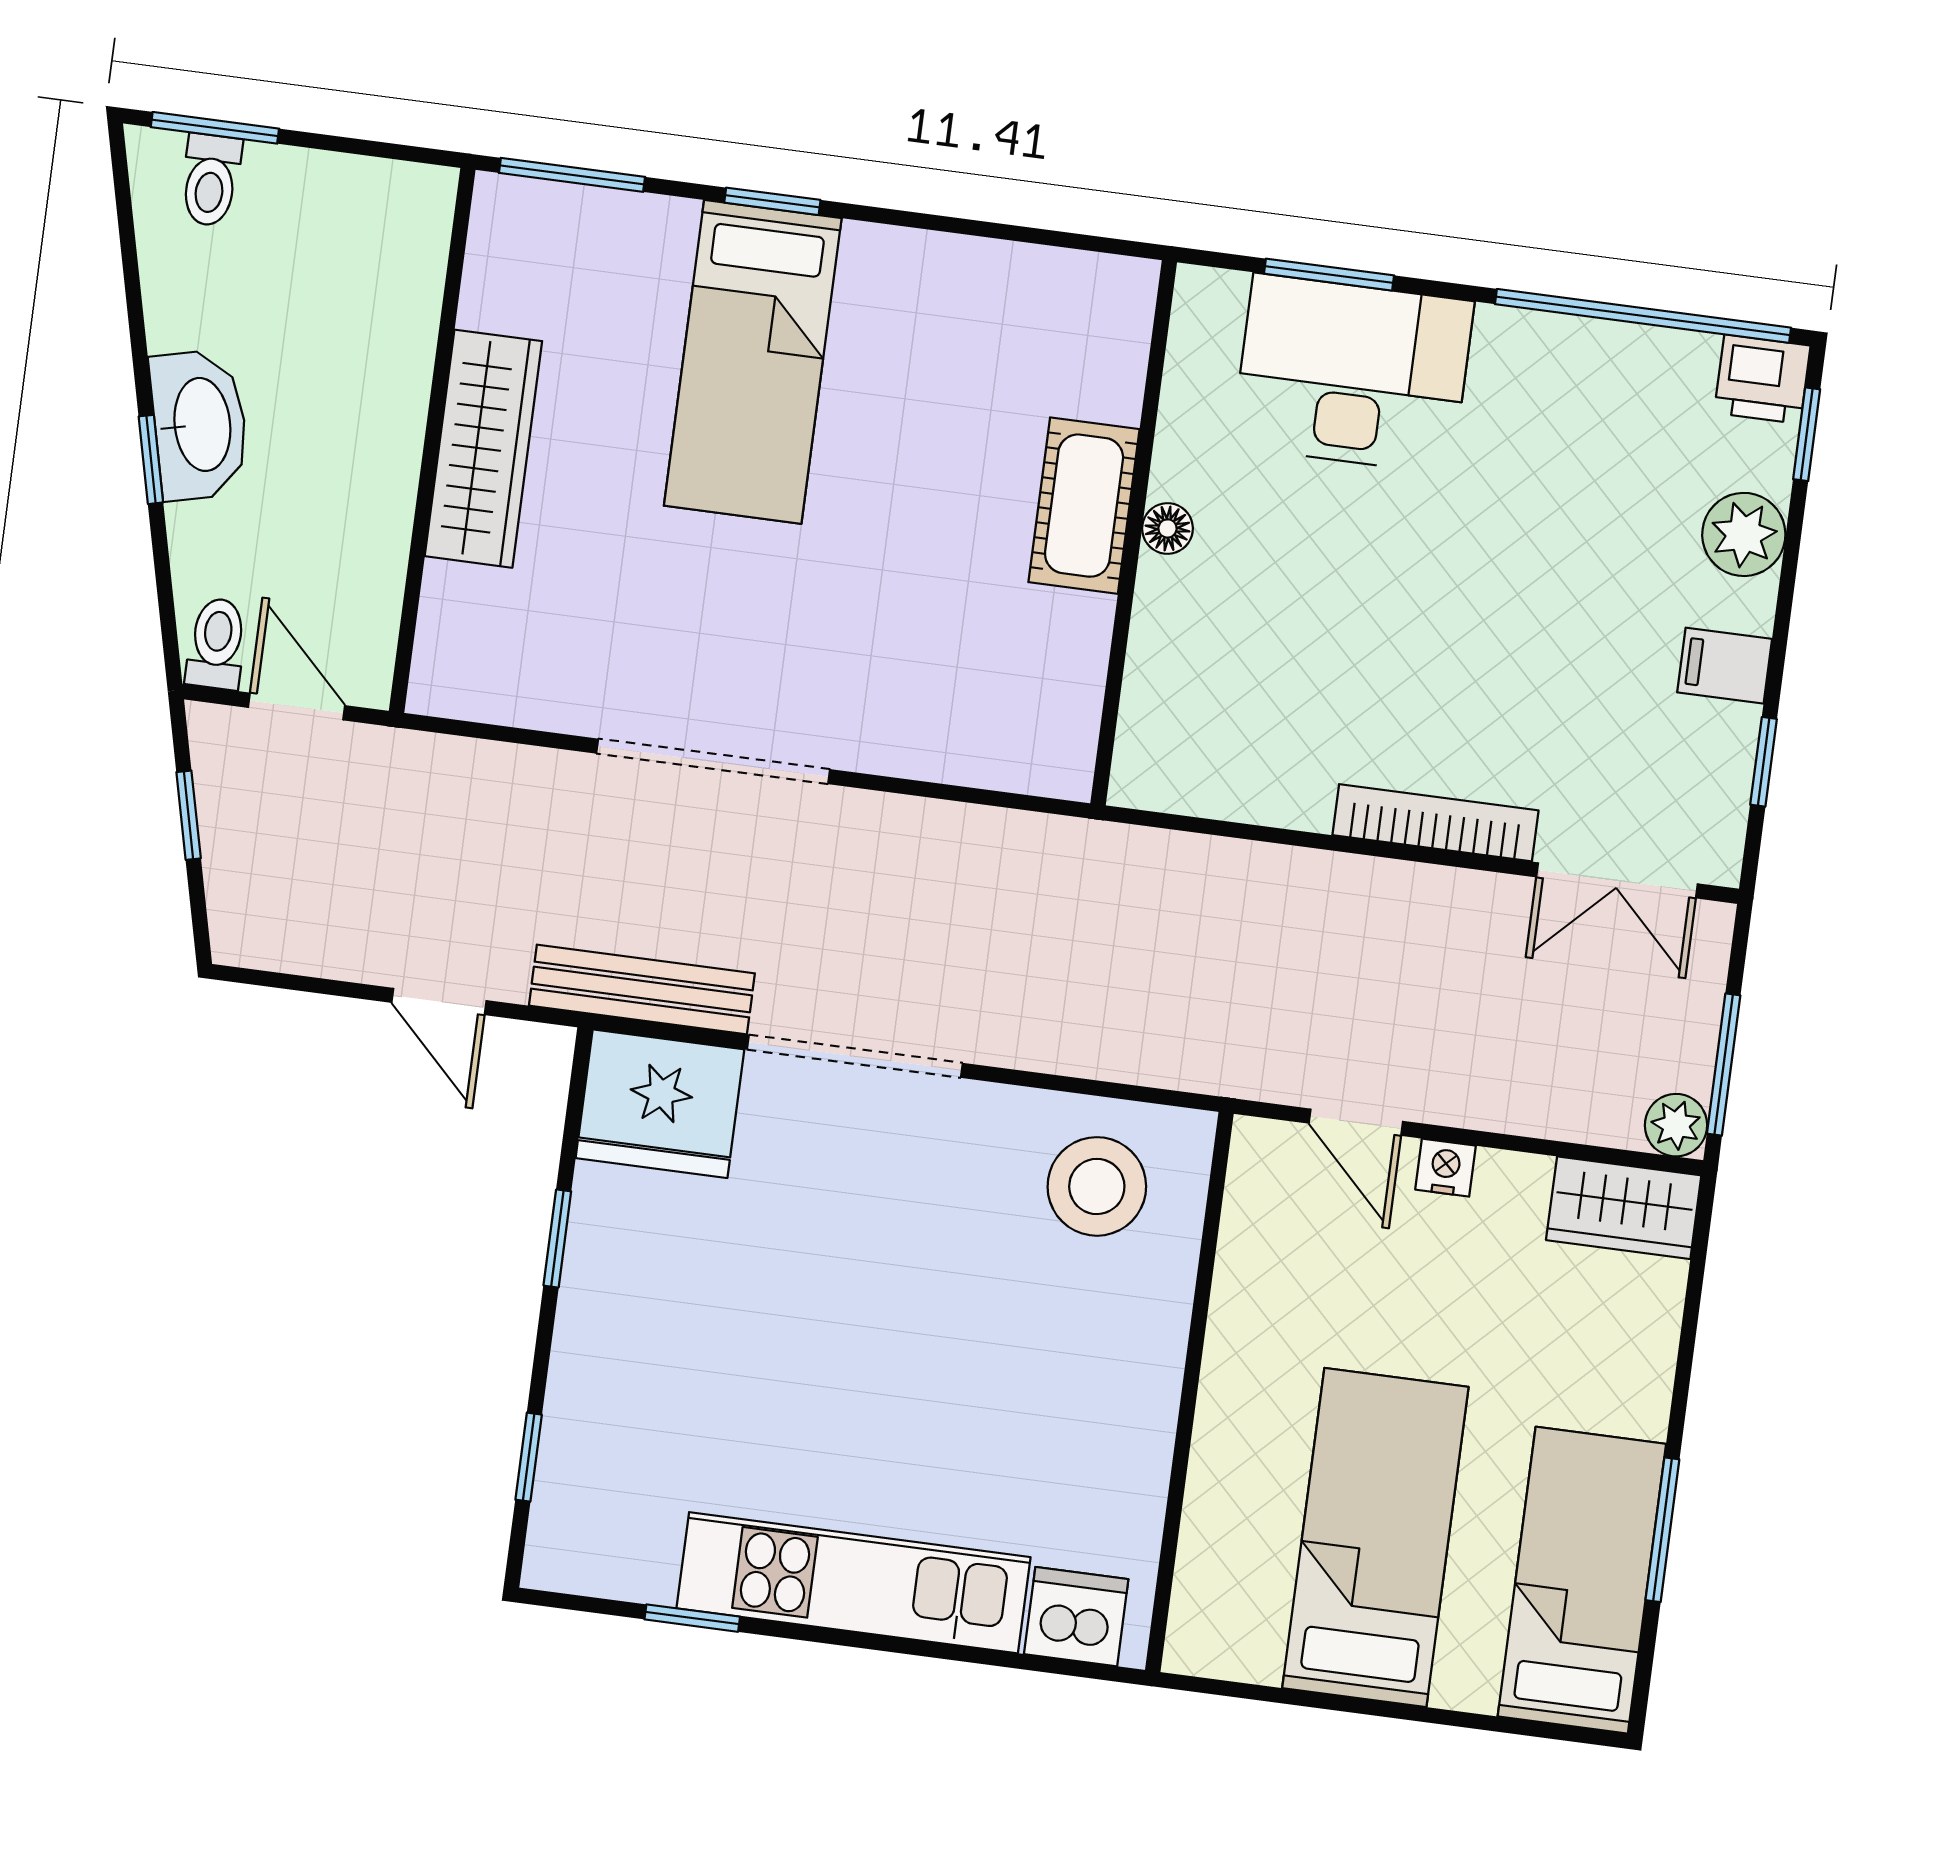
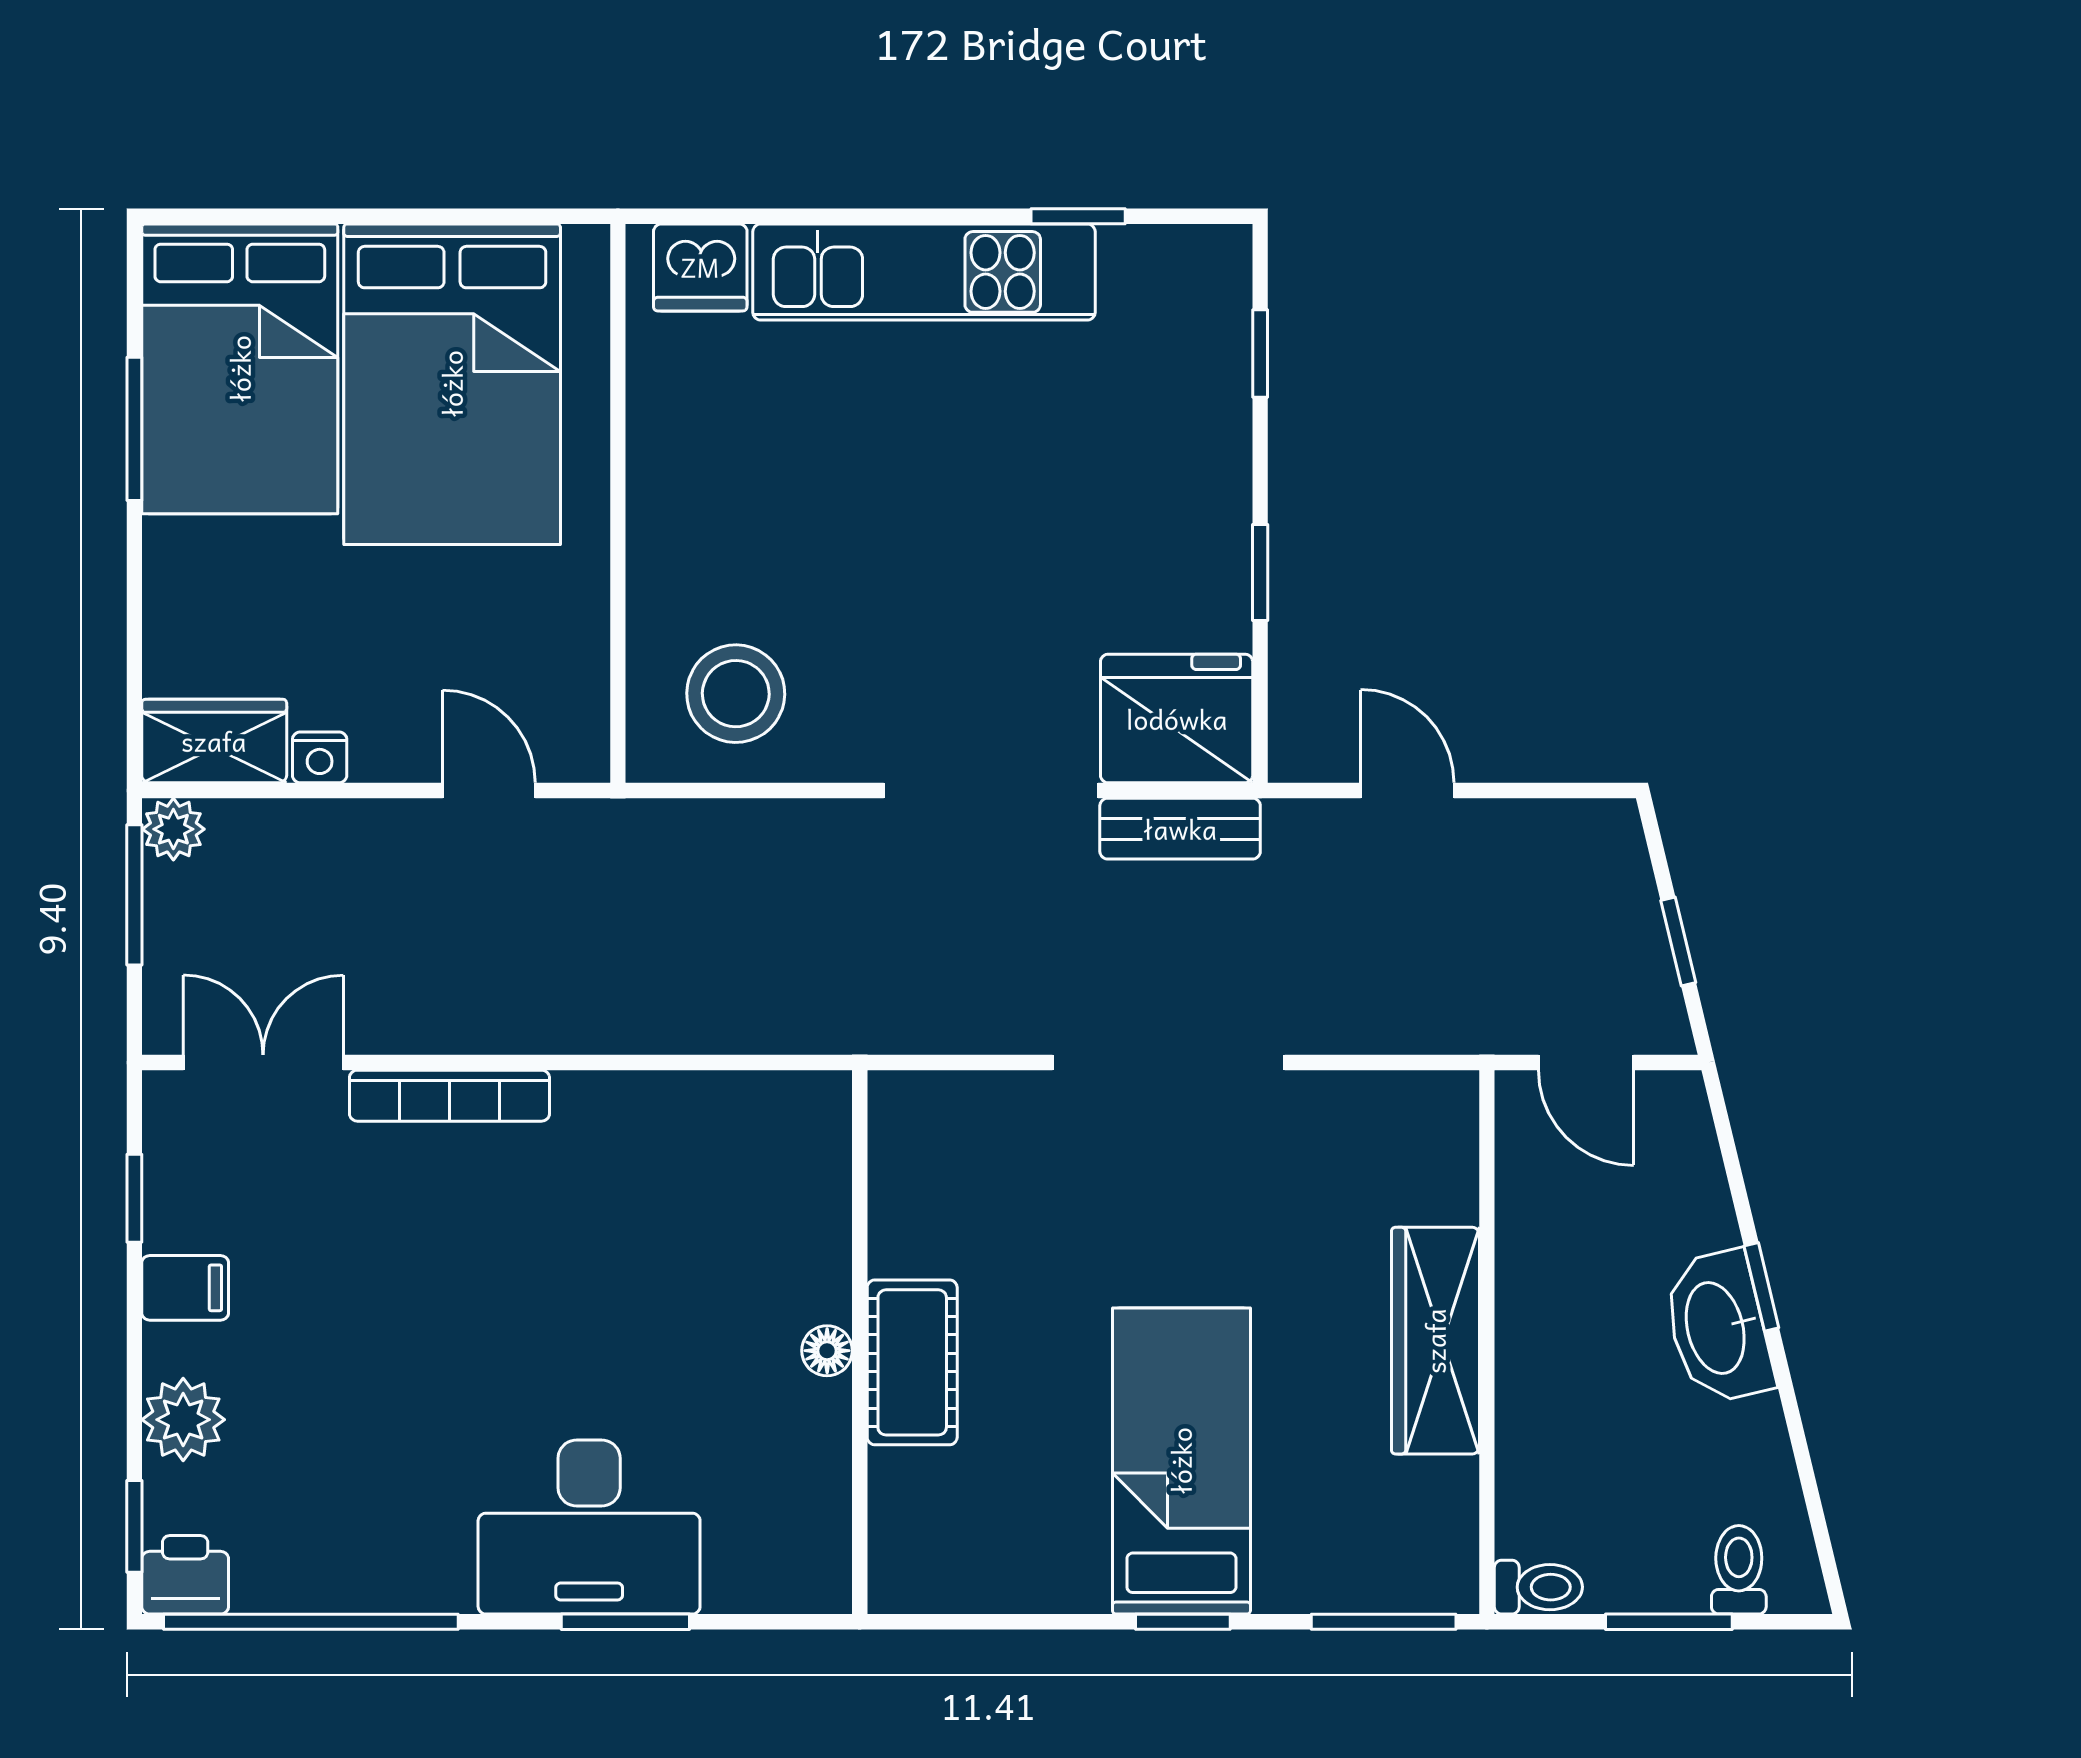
window: (215, 128) -> (1669, 1622), moved
cot: (1084, 506) -> (912, 1362), moved
floor lamp: (1168, 528) -> (827, 1351), moved
wall: (1134, 533) -> (860, 1342), moved
toilet: (217, 644) -> (1538, 1587), moved, turned -90
bench: (642, 989) -> (1180, 829), width x0.73
nightstand: (1446, 1168) -> (320, 757), moved
bed: (1375, 1537) -> (452, 384), width x1.50
bed: (1582, 1580) -> (240, 369), width x1.50

